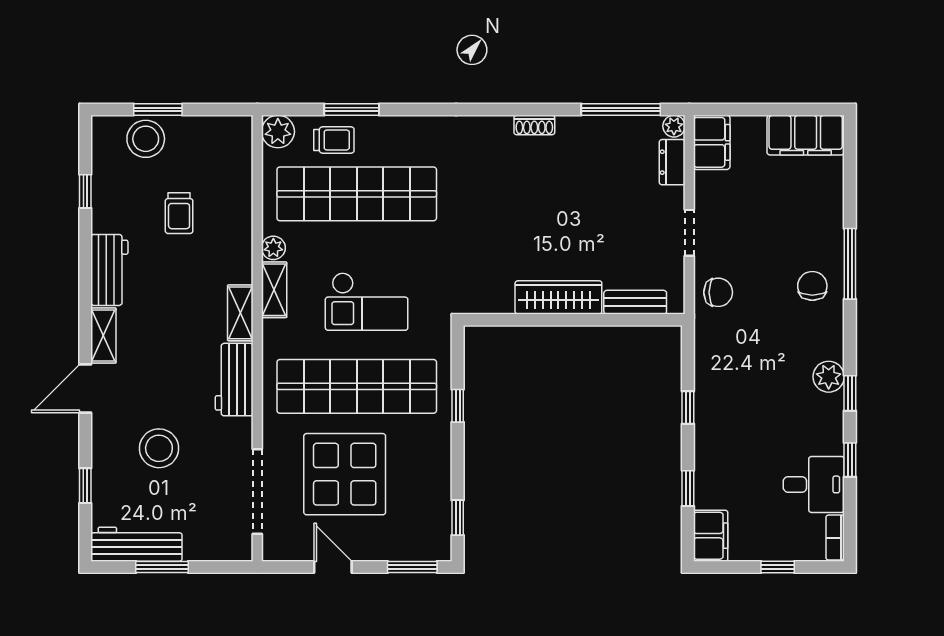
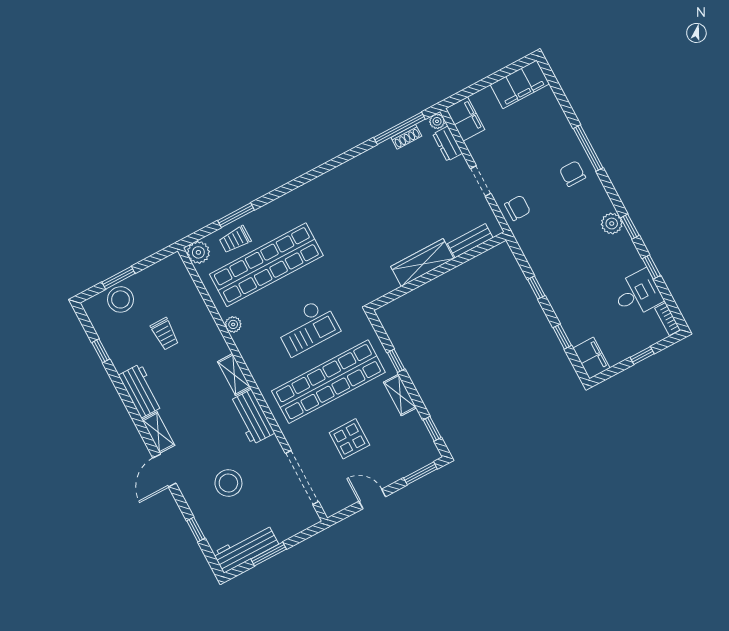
shoe rack: (534, 125) -> (406, 137), moved
trolley: (334, 140) -> (235, 239), turned 180
shelving: (274, 290) -> (400, 395), moved
display table: (345, 474) -> (349, 439), width x0.54, depth x0.54

